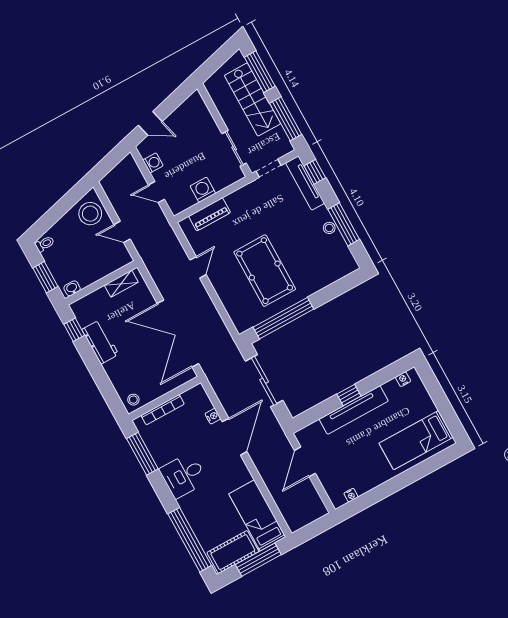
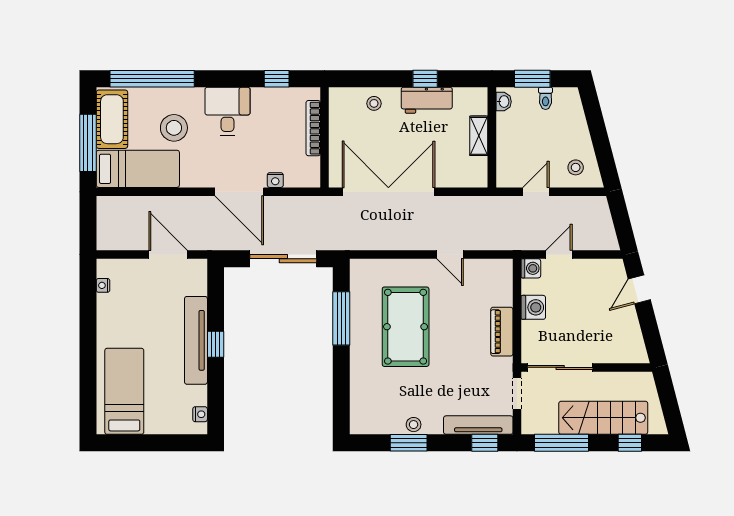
window: (260, 72) -> (630, 443), width x0.46
sliding door: (234, 148) -> (560, 367), width x1.37
washing machine: (153, 163) -> (531, 268), moved, turned -90
stool: (90, 214) -> (576, 167), width x0.53, depth x0.53
piano: (210, 214) -> (502, 332), moved
window: (344, 224) -> (409, 443), width x0.69
toilet: (45, 244) -> (546, 98), moved
pool table: (265, 271) -> (406, 327), turned 90
shelving: (121, 284) -> (479, 136), moved
window: (283, 318) -> (341, 318), width x0.68
window: (74, 330) -> (425, 79), moved
stool: (133, 400) -> (374, 103), moved
window: (142, 454) -> (277, 79), width x0.46
stool: (215, 506) -> (174, 128), added

